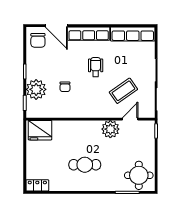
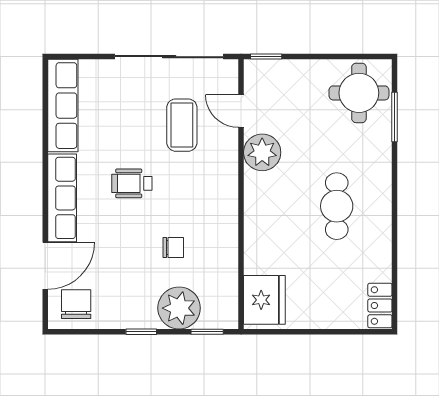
chair: (38, 40) -> (76, 304), turned -90
coffee table: (123, 91) -> (182, 125), turned 35

